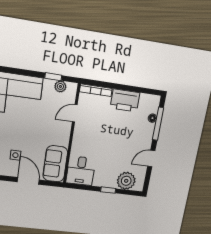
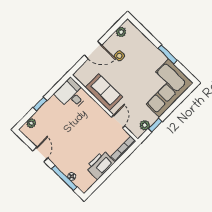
sofa: (55, 164) -> (104, 92), moved
plant: (126, 181) -> (31, 123), width x0.53, depth x0.53

